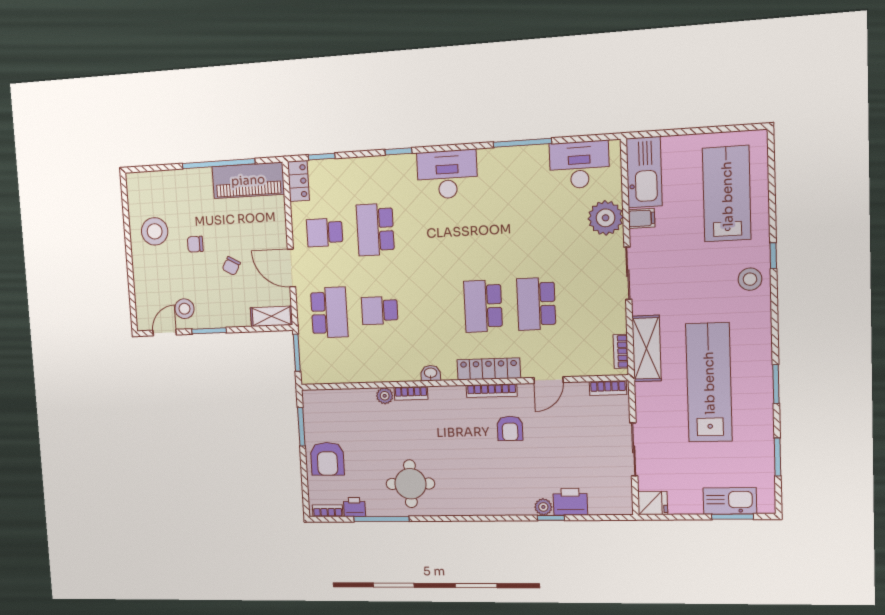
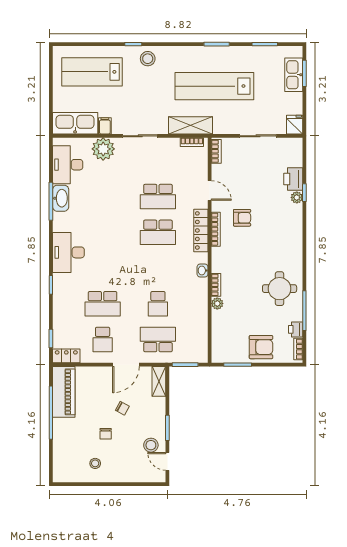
washbasin: (528, 157) -> (61, 198), added
stool: (155, 231) -> (95, 463), width x0.53, depth x0.53

